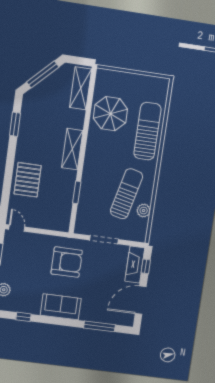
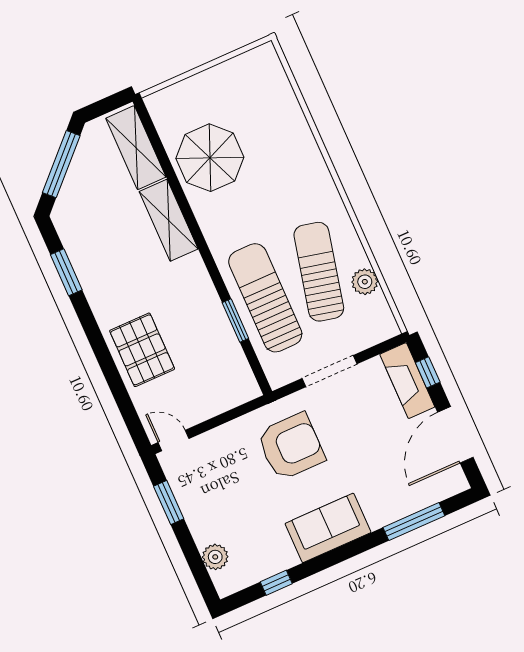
sun lounger: (147, 131) -> (265, 298), moved
shelving: (72, 149) -> (169, 220), moved

